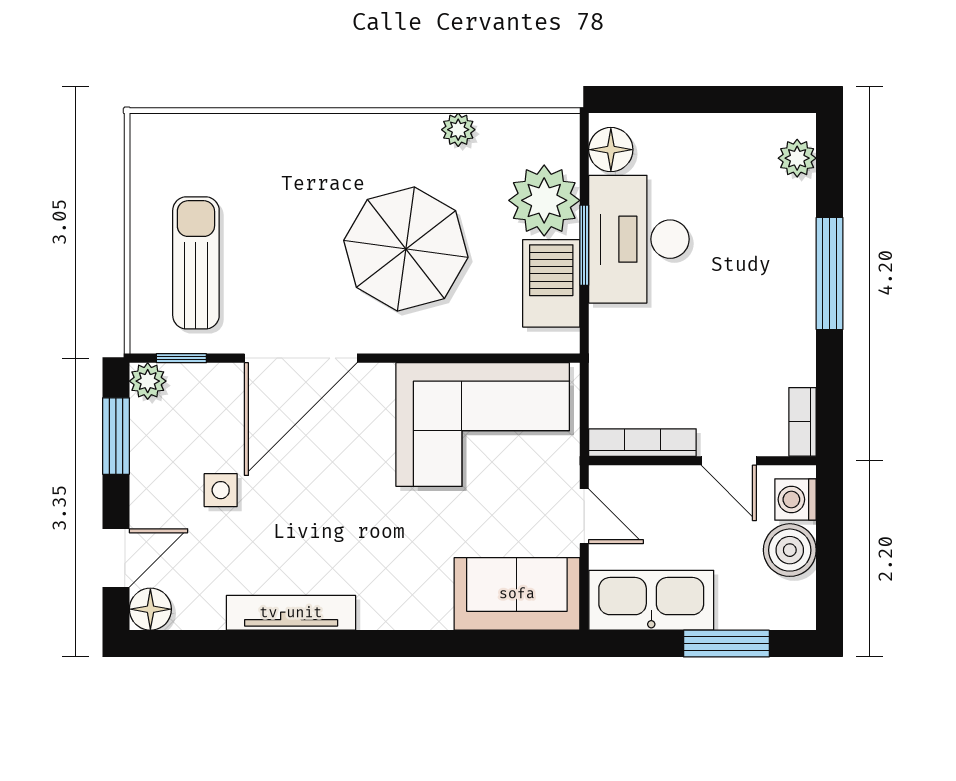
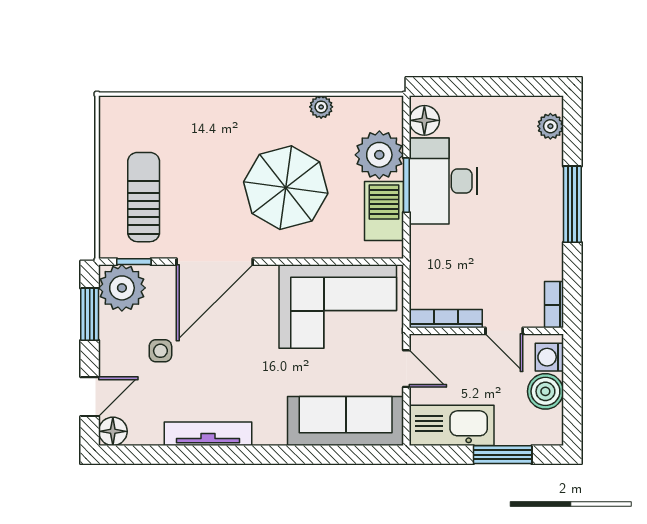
plant: (148, 381) -> (122, 288), width x1.88, depth x1.88
sofa: (517, 594) -> (346, 421), width x1.36

